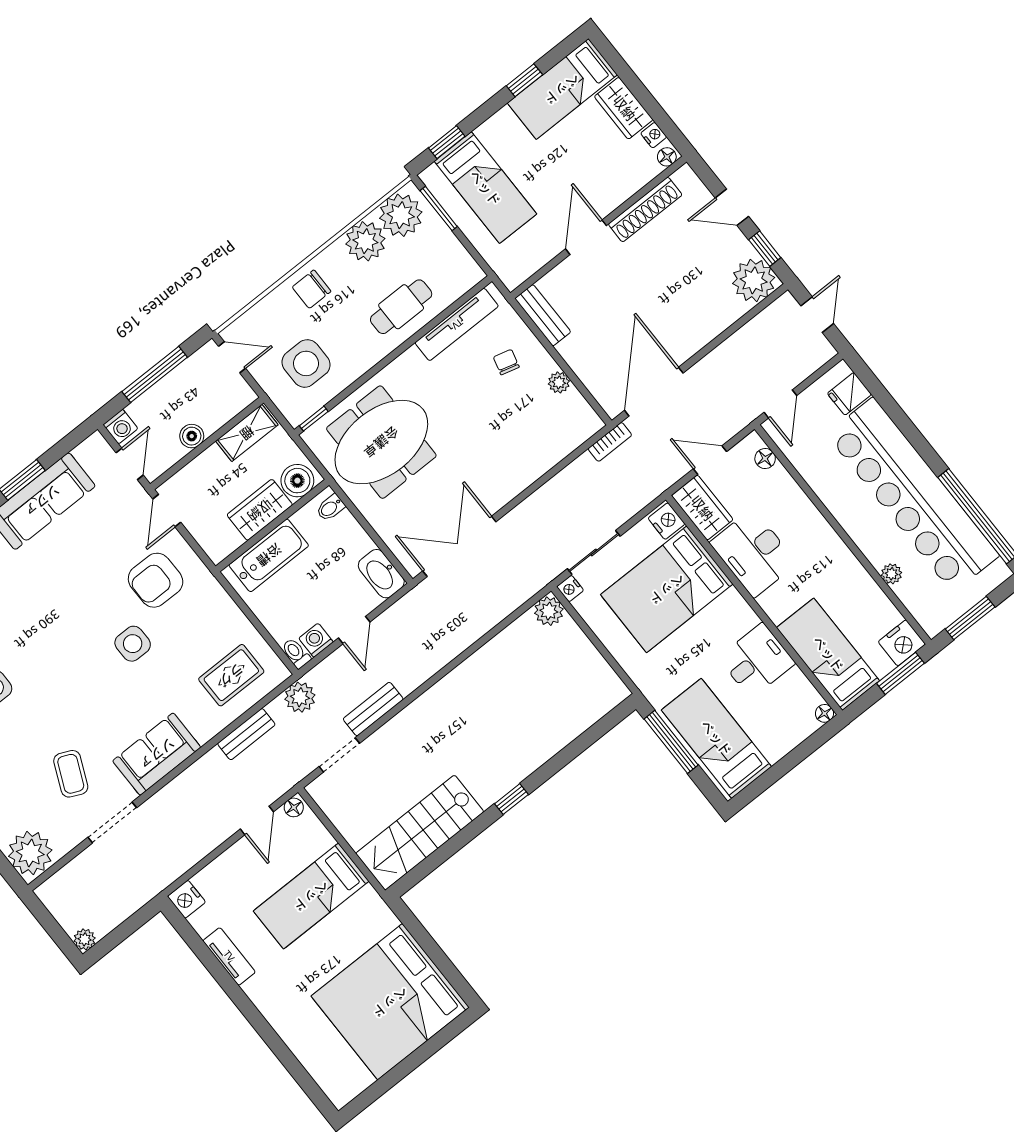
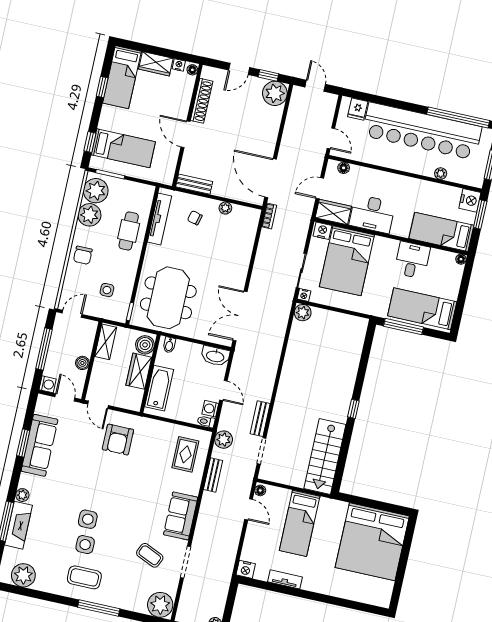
side table: (306, 363) -> (107, 290), width x0.54, depth x0.54
side table: (133, 644) -> (88, 519), moved

